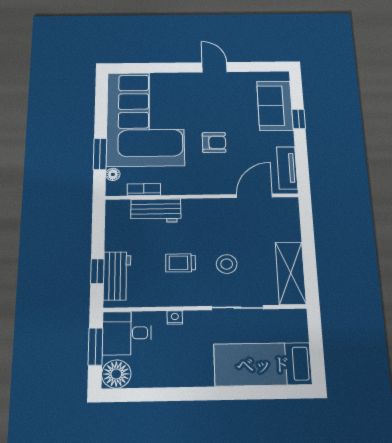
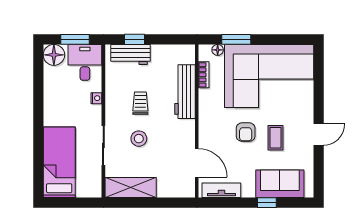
coffee table: (220, 111) -> (276, 138), added
workbench: (156, 211) -> (185, 92), width x1.38

